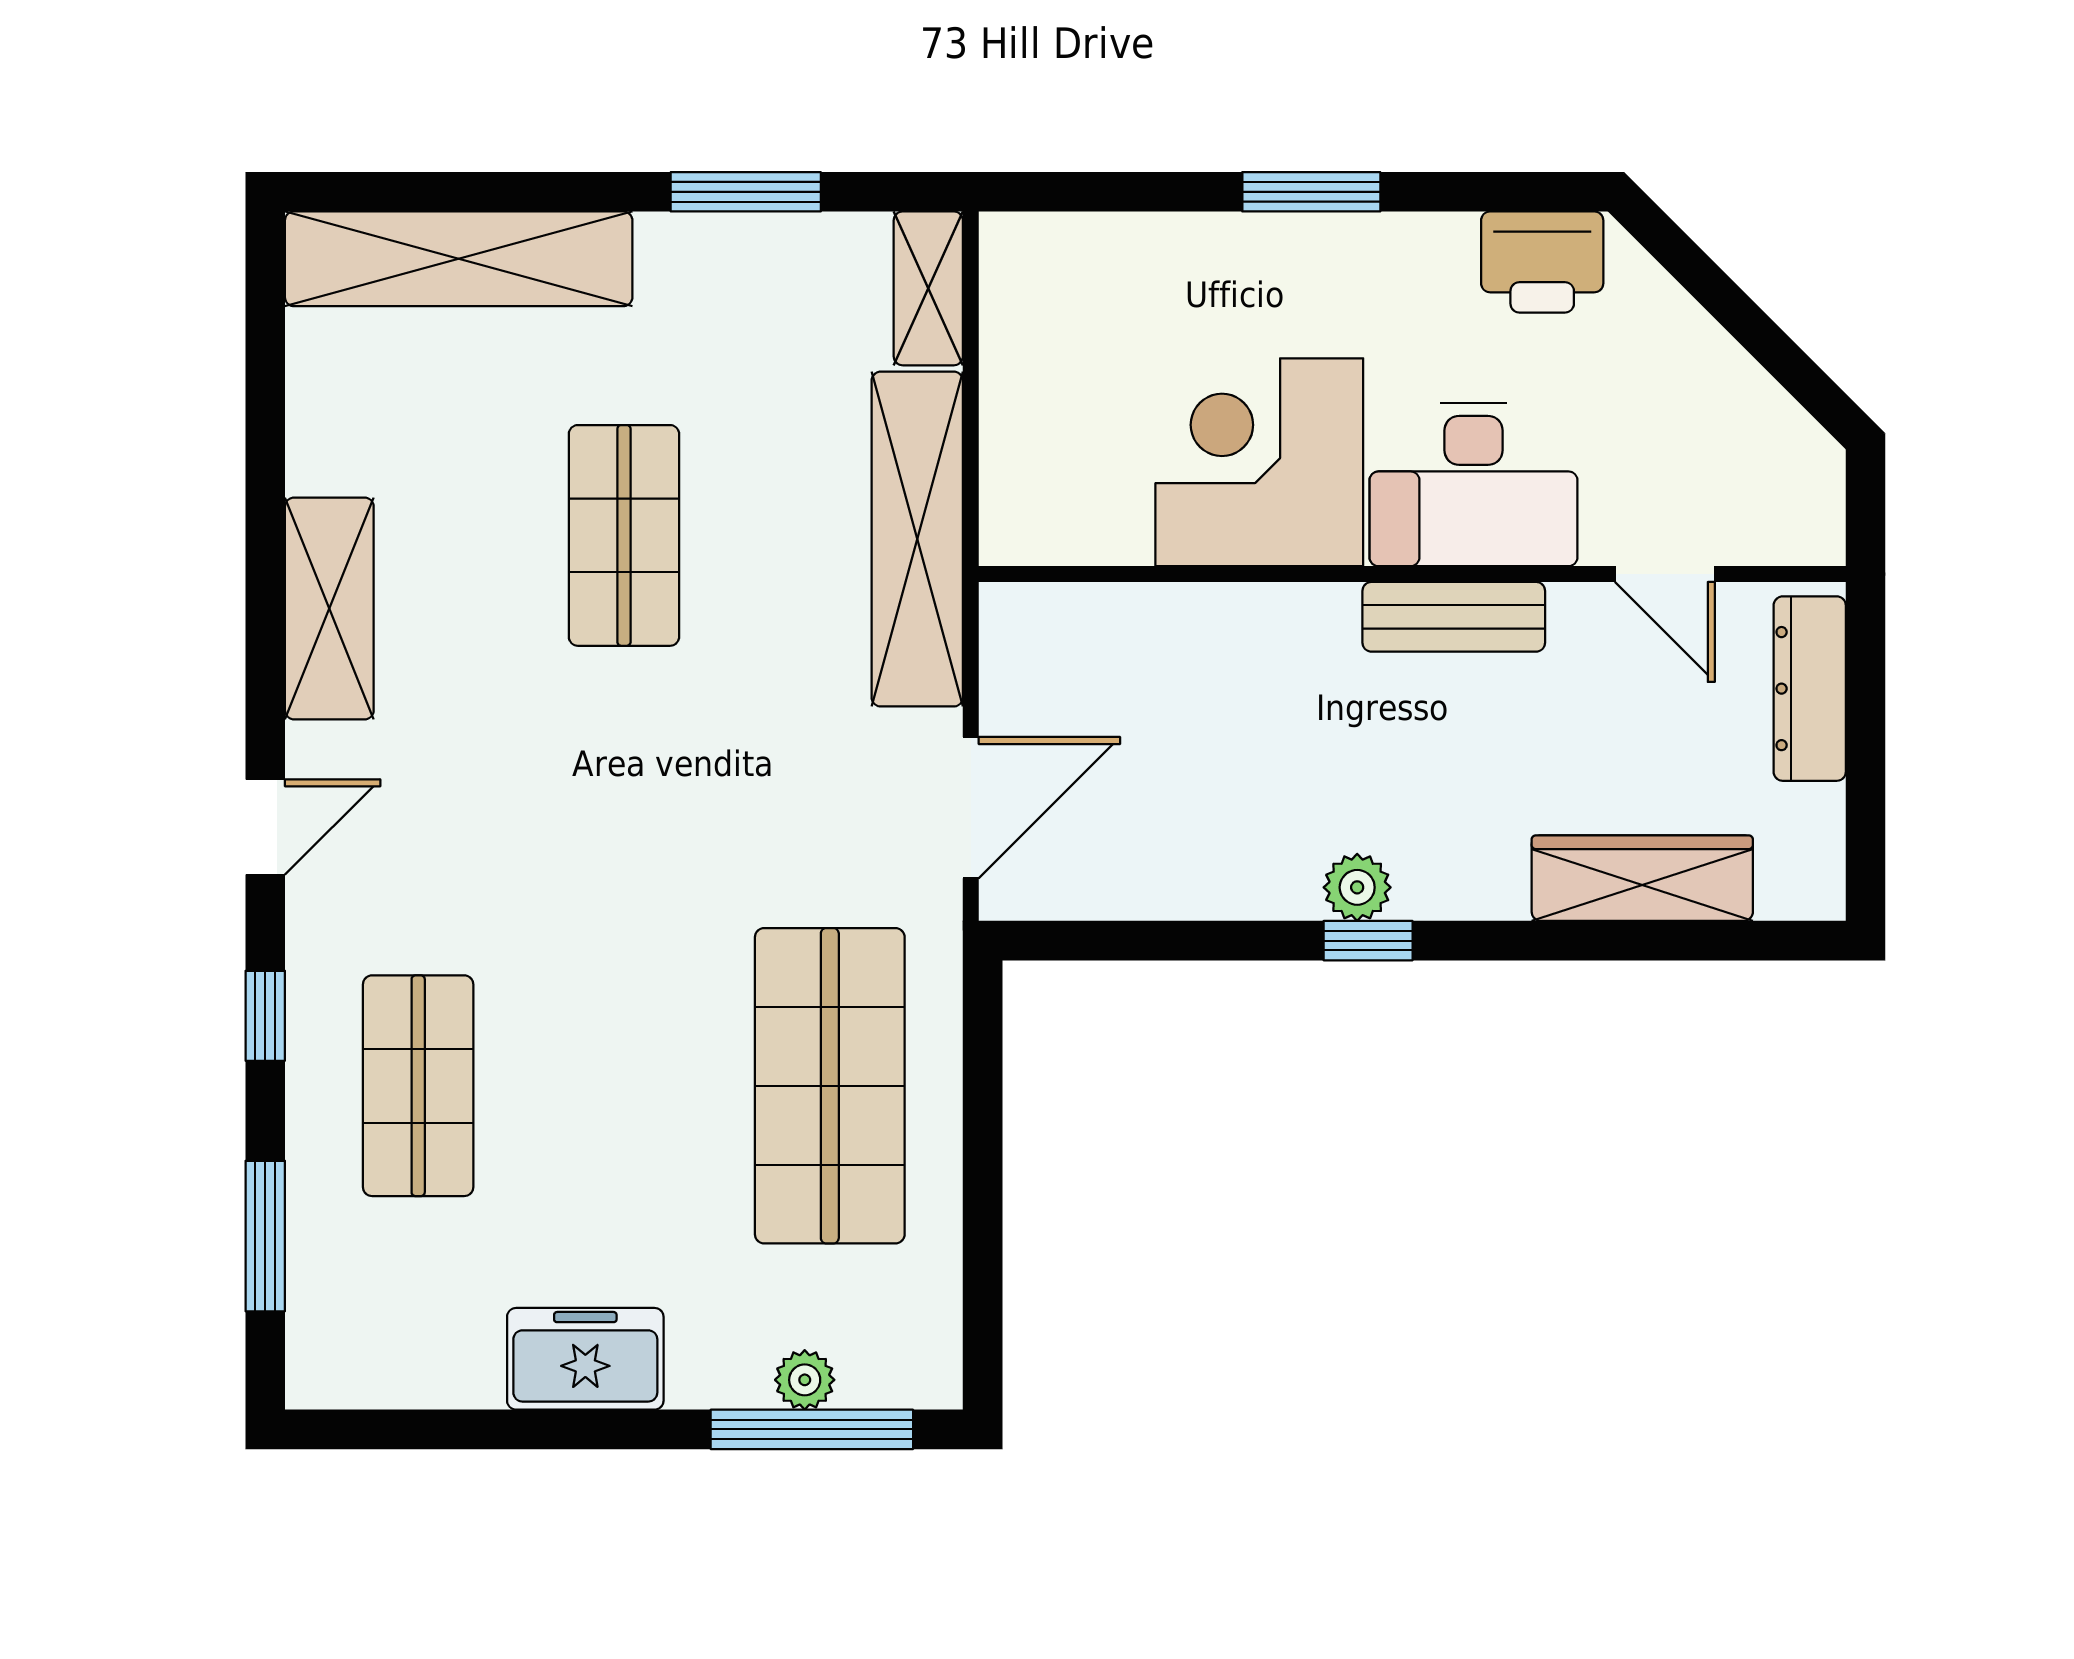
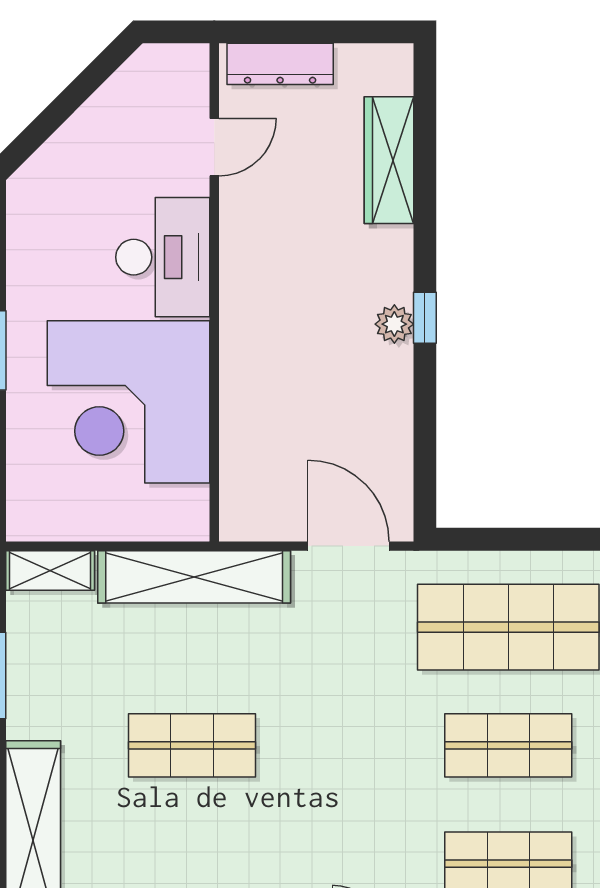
printer: (1542, 262) -> (35, 218), removed
corner desk: (1259, 462) -> (129, 402), width x1.36, depth x1.36
bench: (1454, 617) -> (239, 269), removed
shop shelf: (624, 1086) -> (508, 745), added

